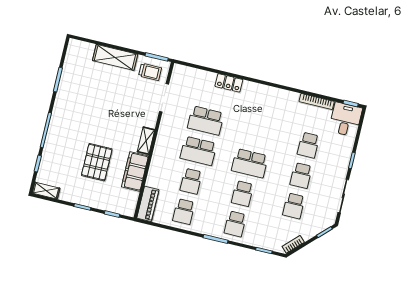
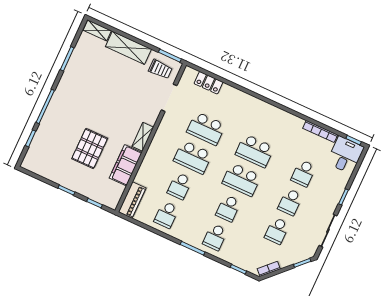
locker: (229, 83) -> (208, 83), moved
school desk: (257, 133) -> (255, 151), added
shelving: (46, 191) -> (97, 30), moved

